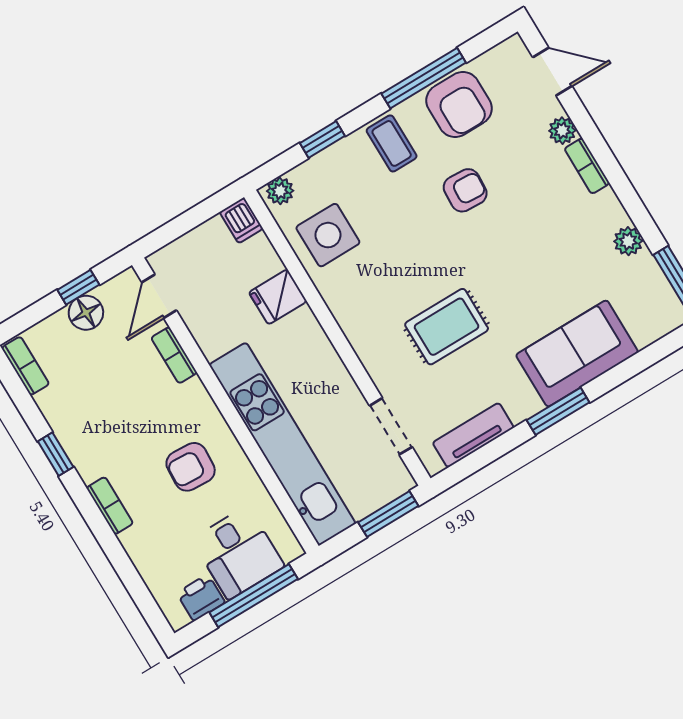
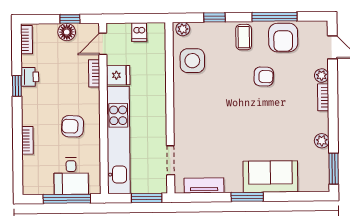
dishwasher: (241, 220) -> (139, 32), moved
fridge: (278, 297) -> (118, 75), moved, turned 180
rug: (447, 327) -> (220, 131), removed
bookcase: (110, 506) -> (27, 140), moved
printer: (201, 598) -> (30, 77), moved, turned 90

